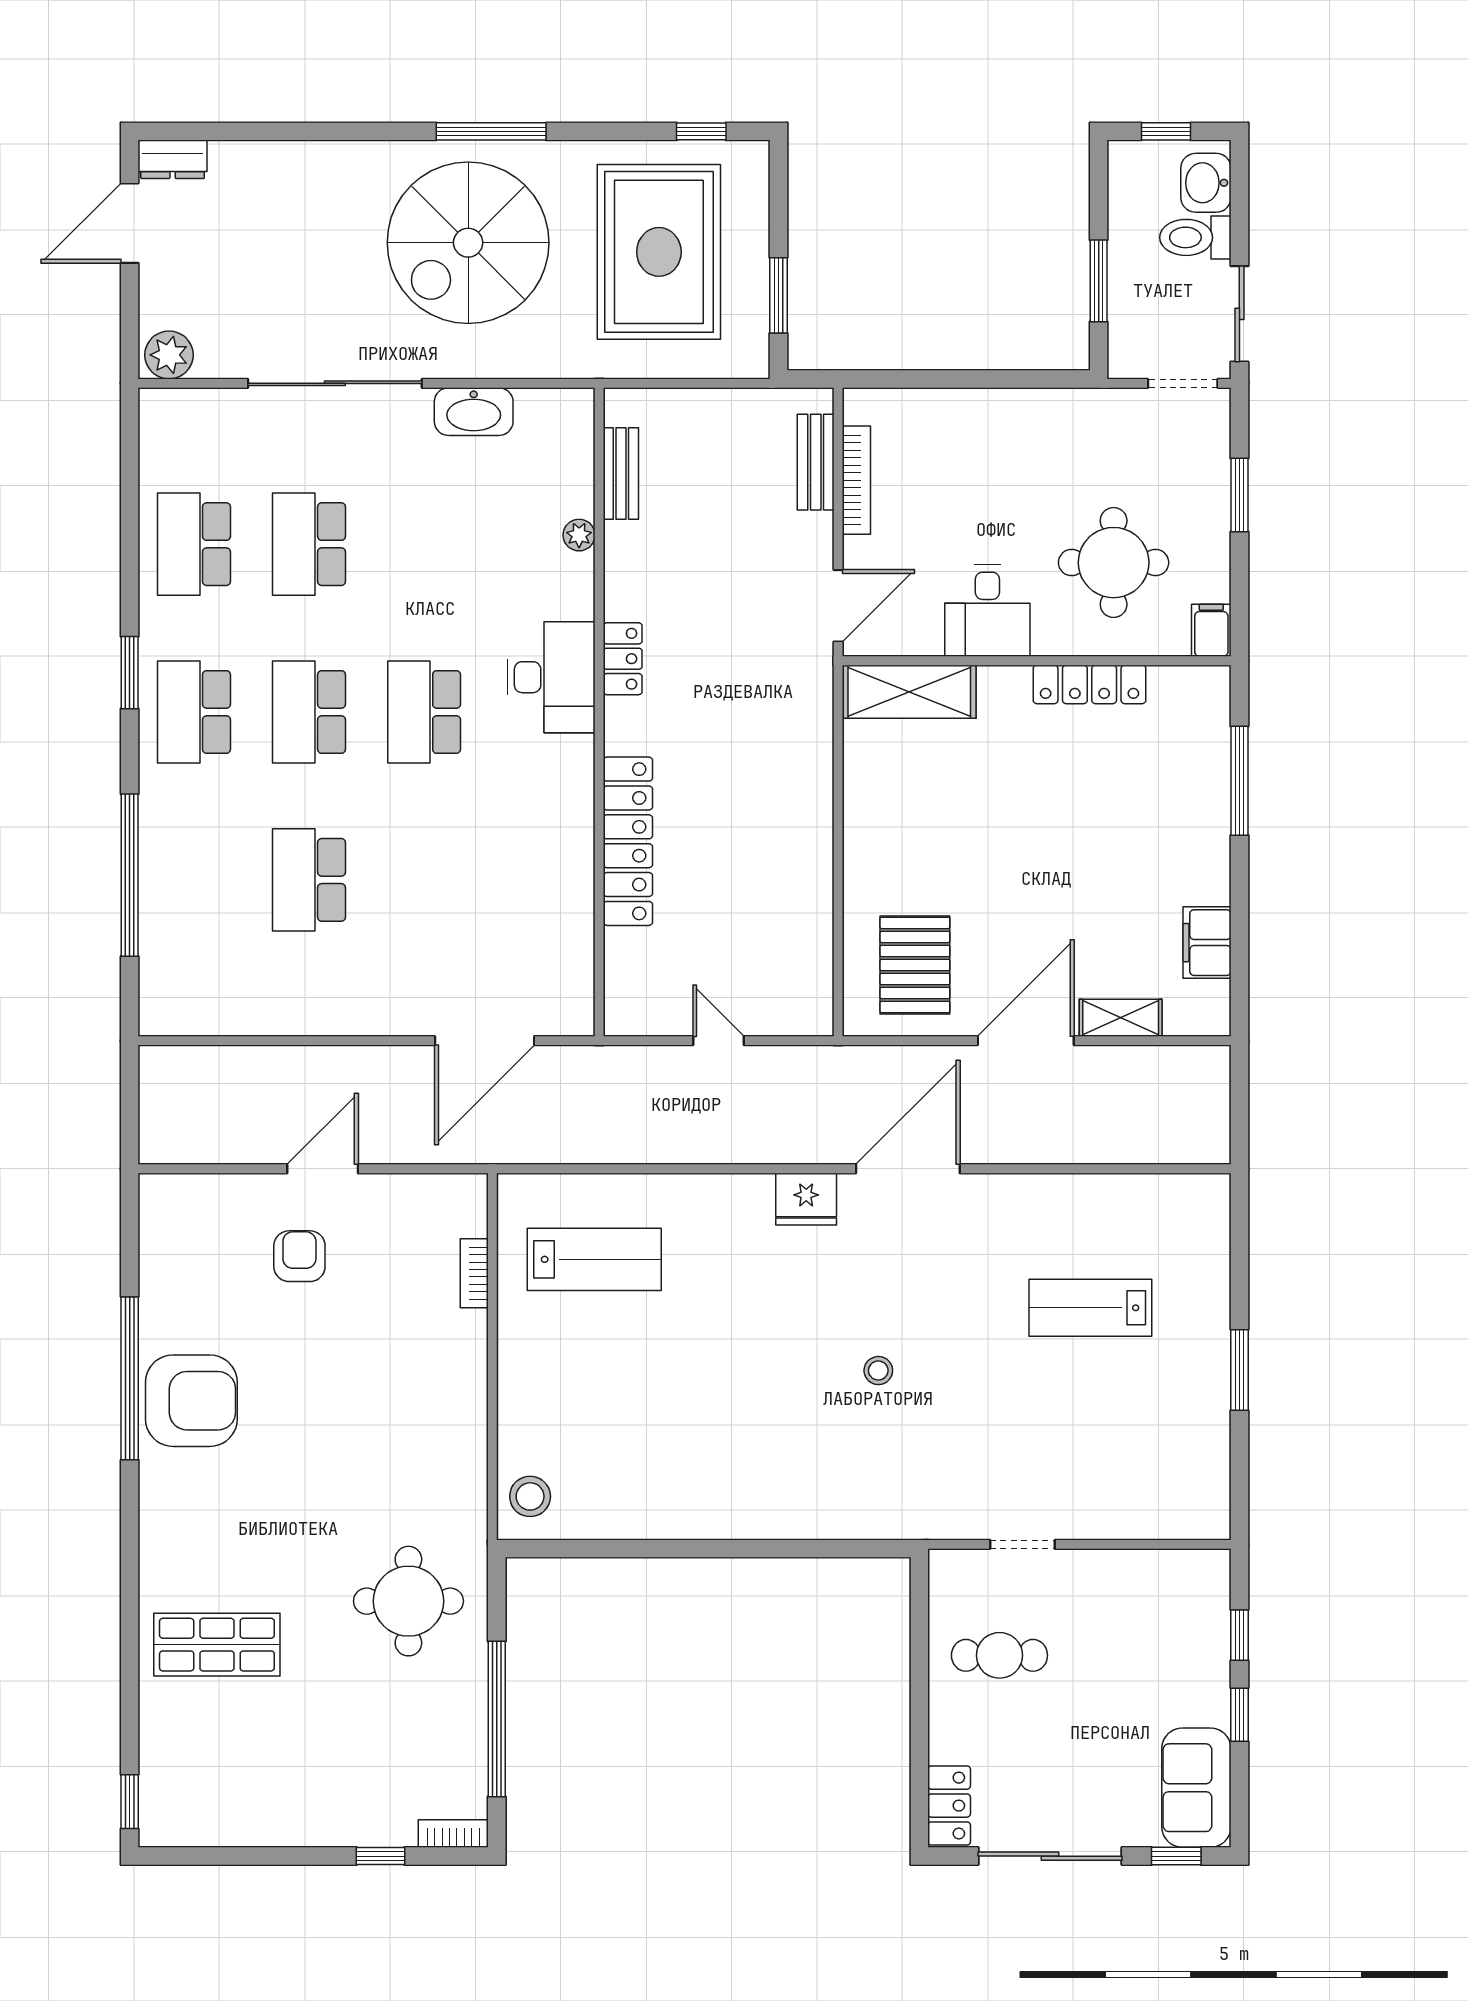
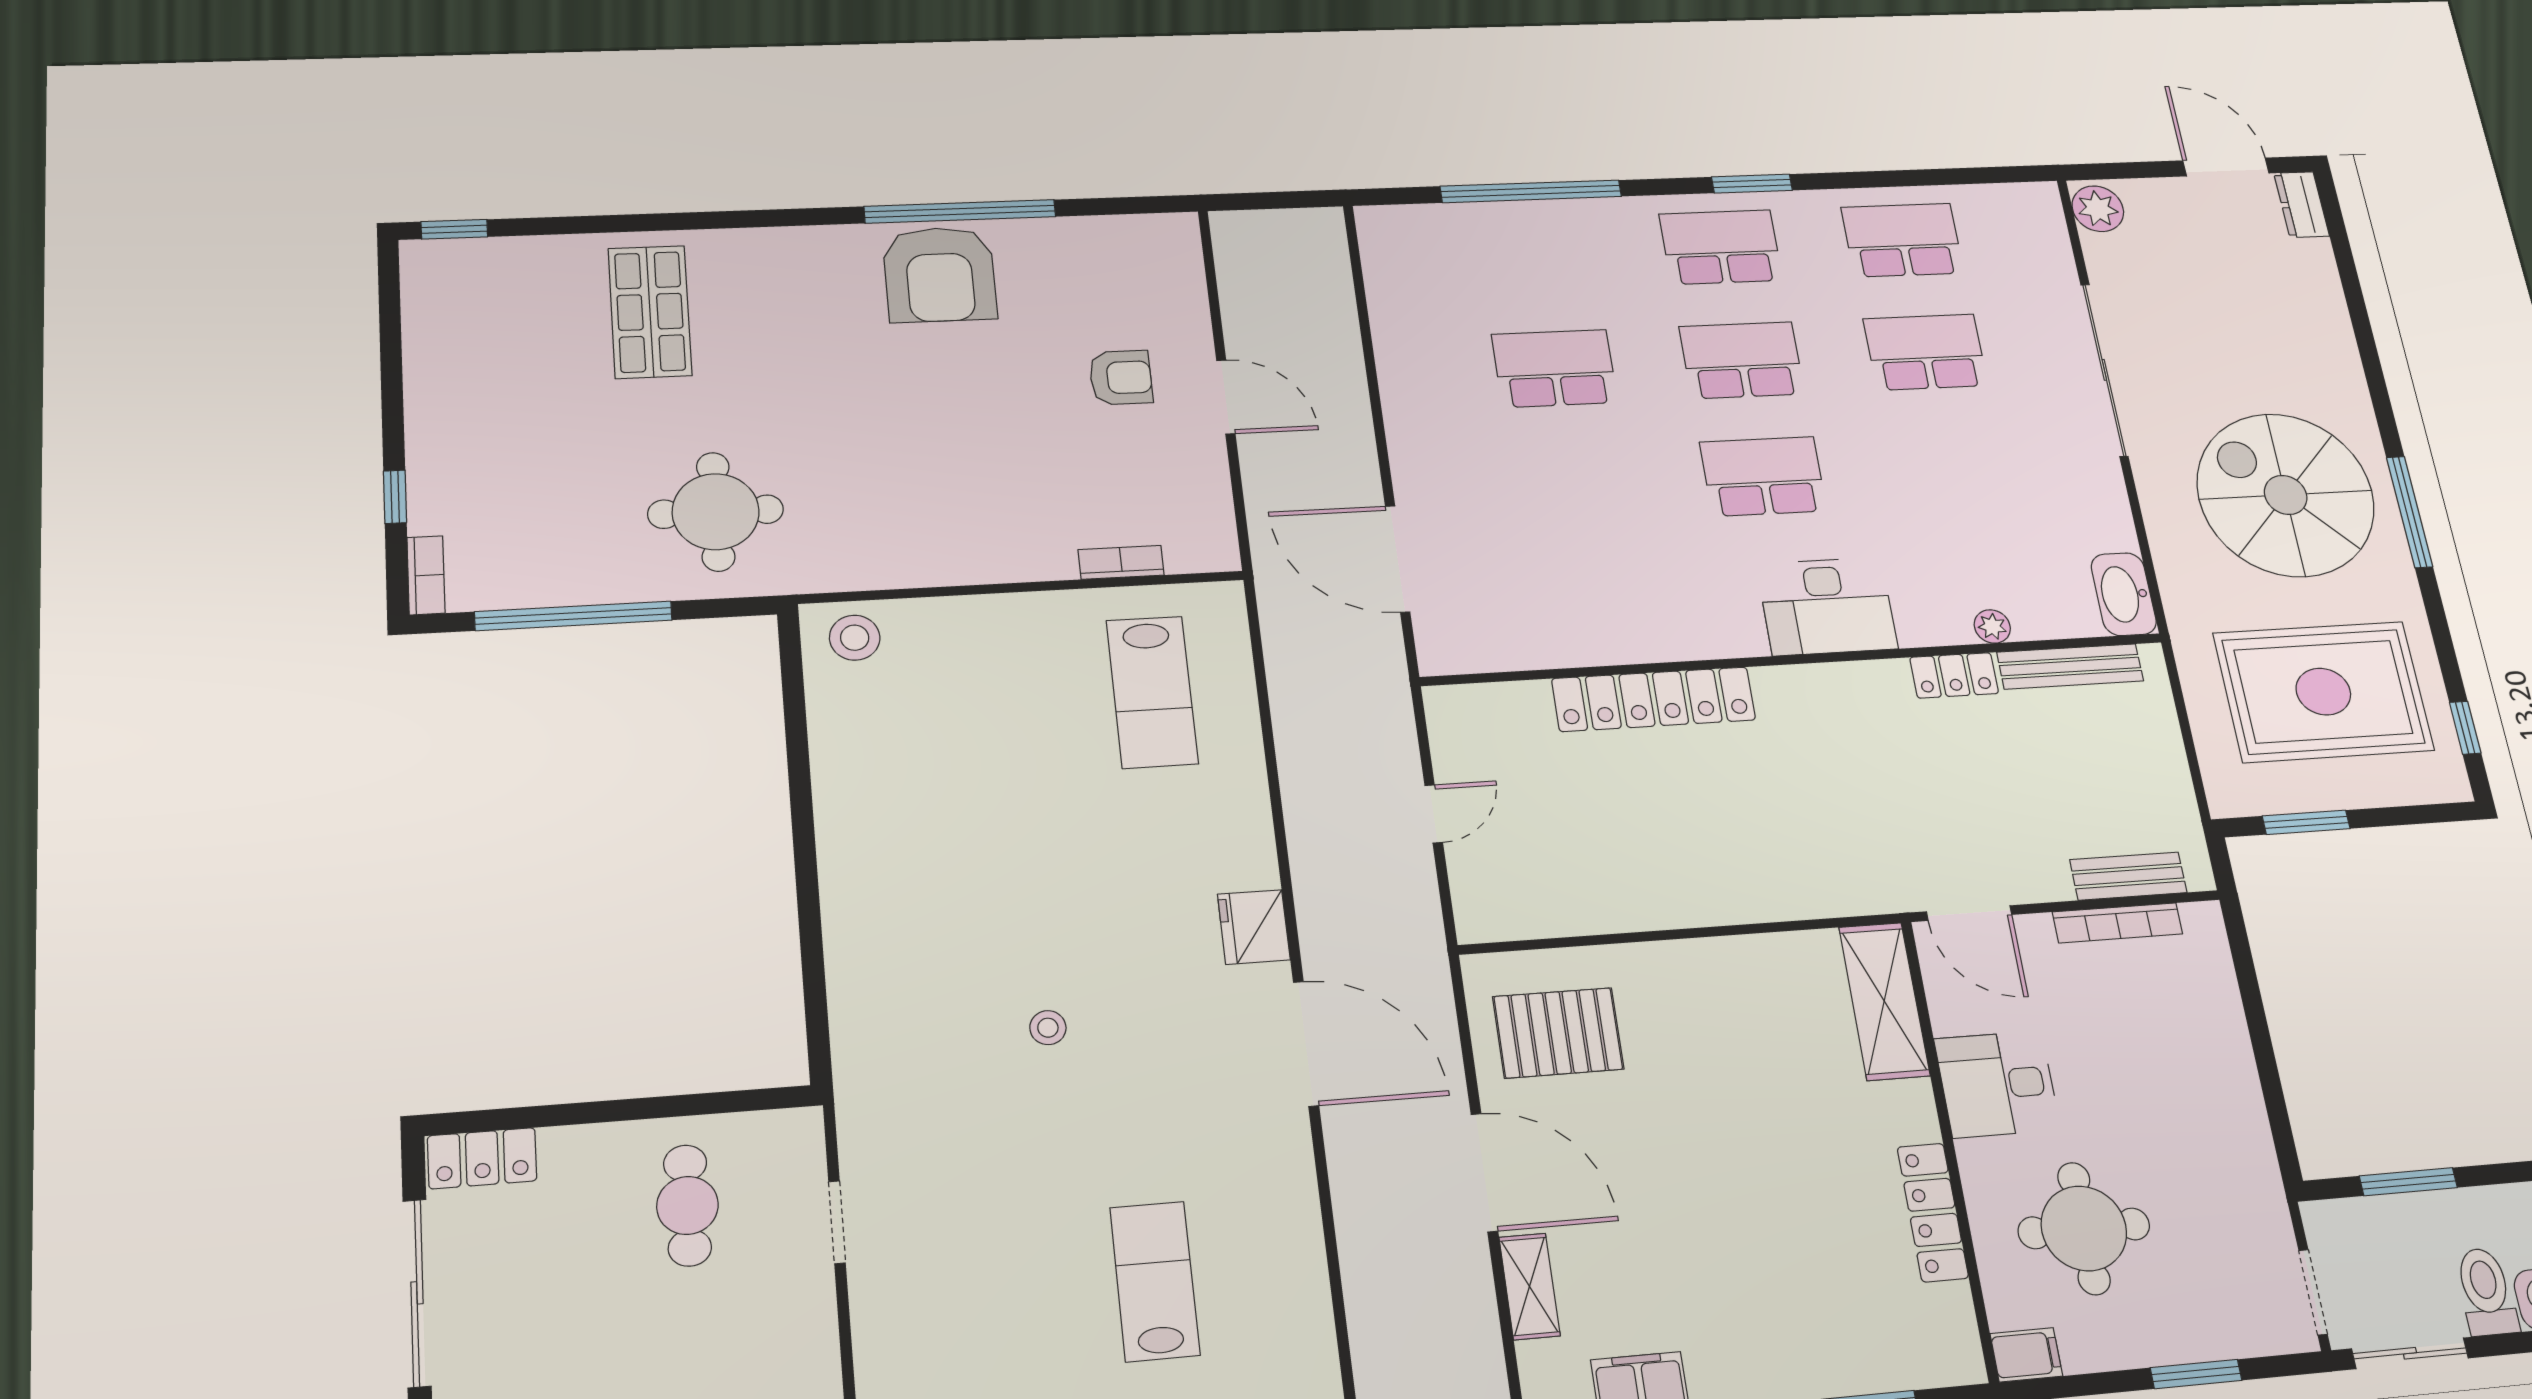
washbasin: (474, 412) -> (2124, 594), moved
bench: (621, 474) -> (2070, 667), width x1.36
locker: (623, 659) -> (1954, 675), moved

